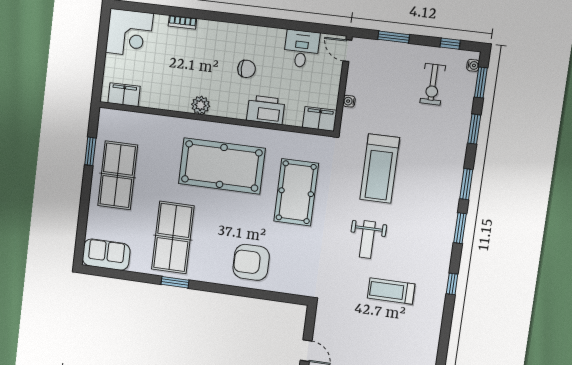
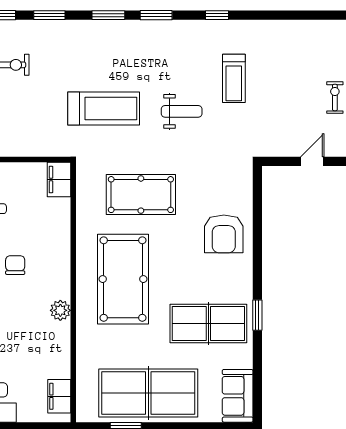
water cooler: (349, 101) -> (36, 151), removed
printer: (266, 110) -> (57, 239), removed
table tennis table: (118, 175) -> (148, 393), width x1.36, depth x1.32

